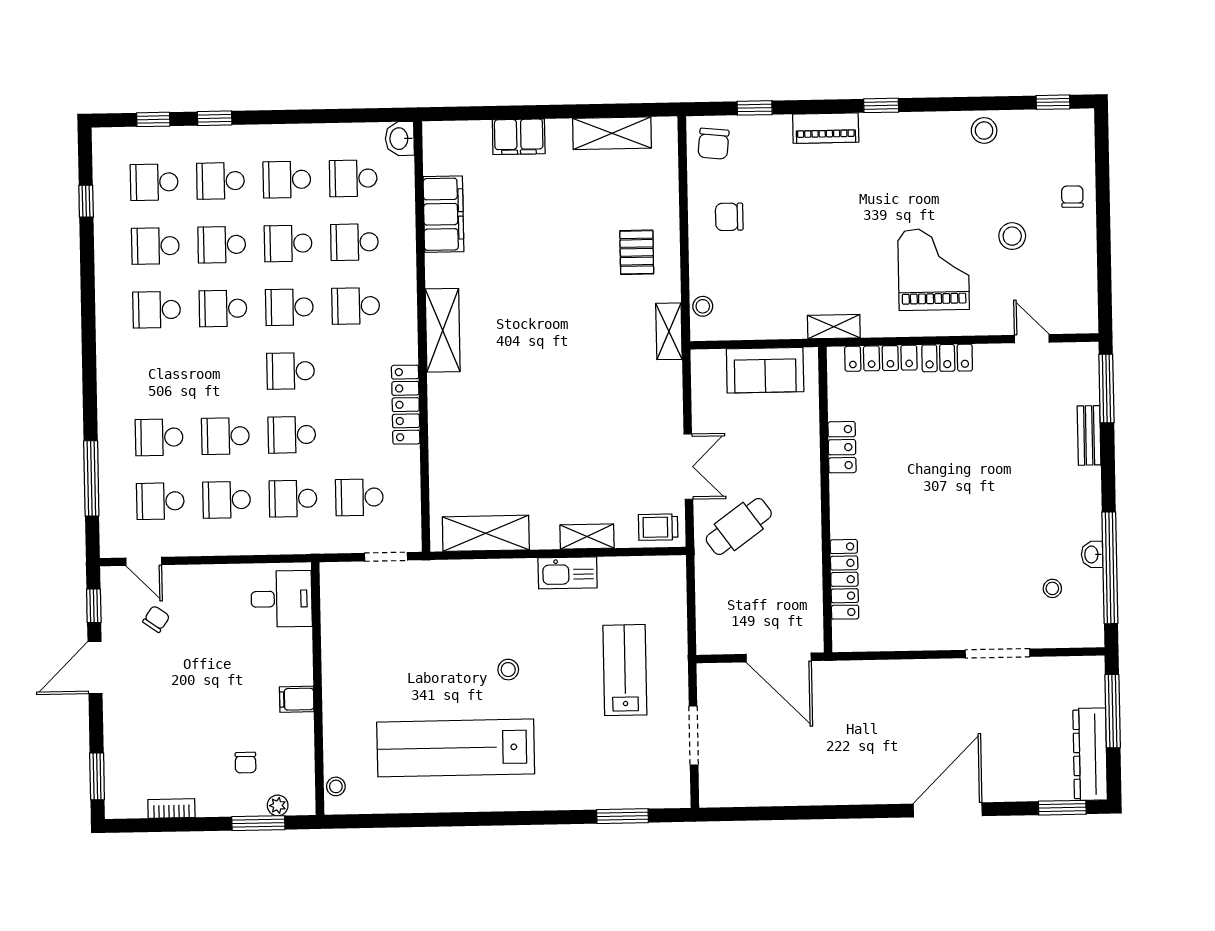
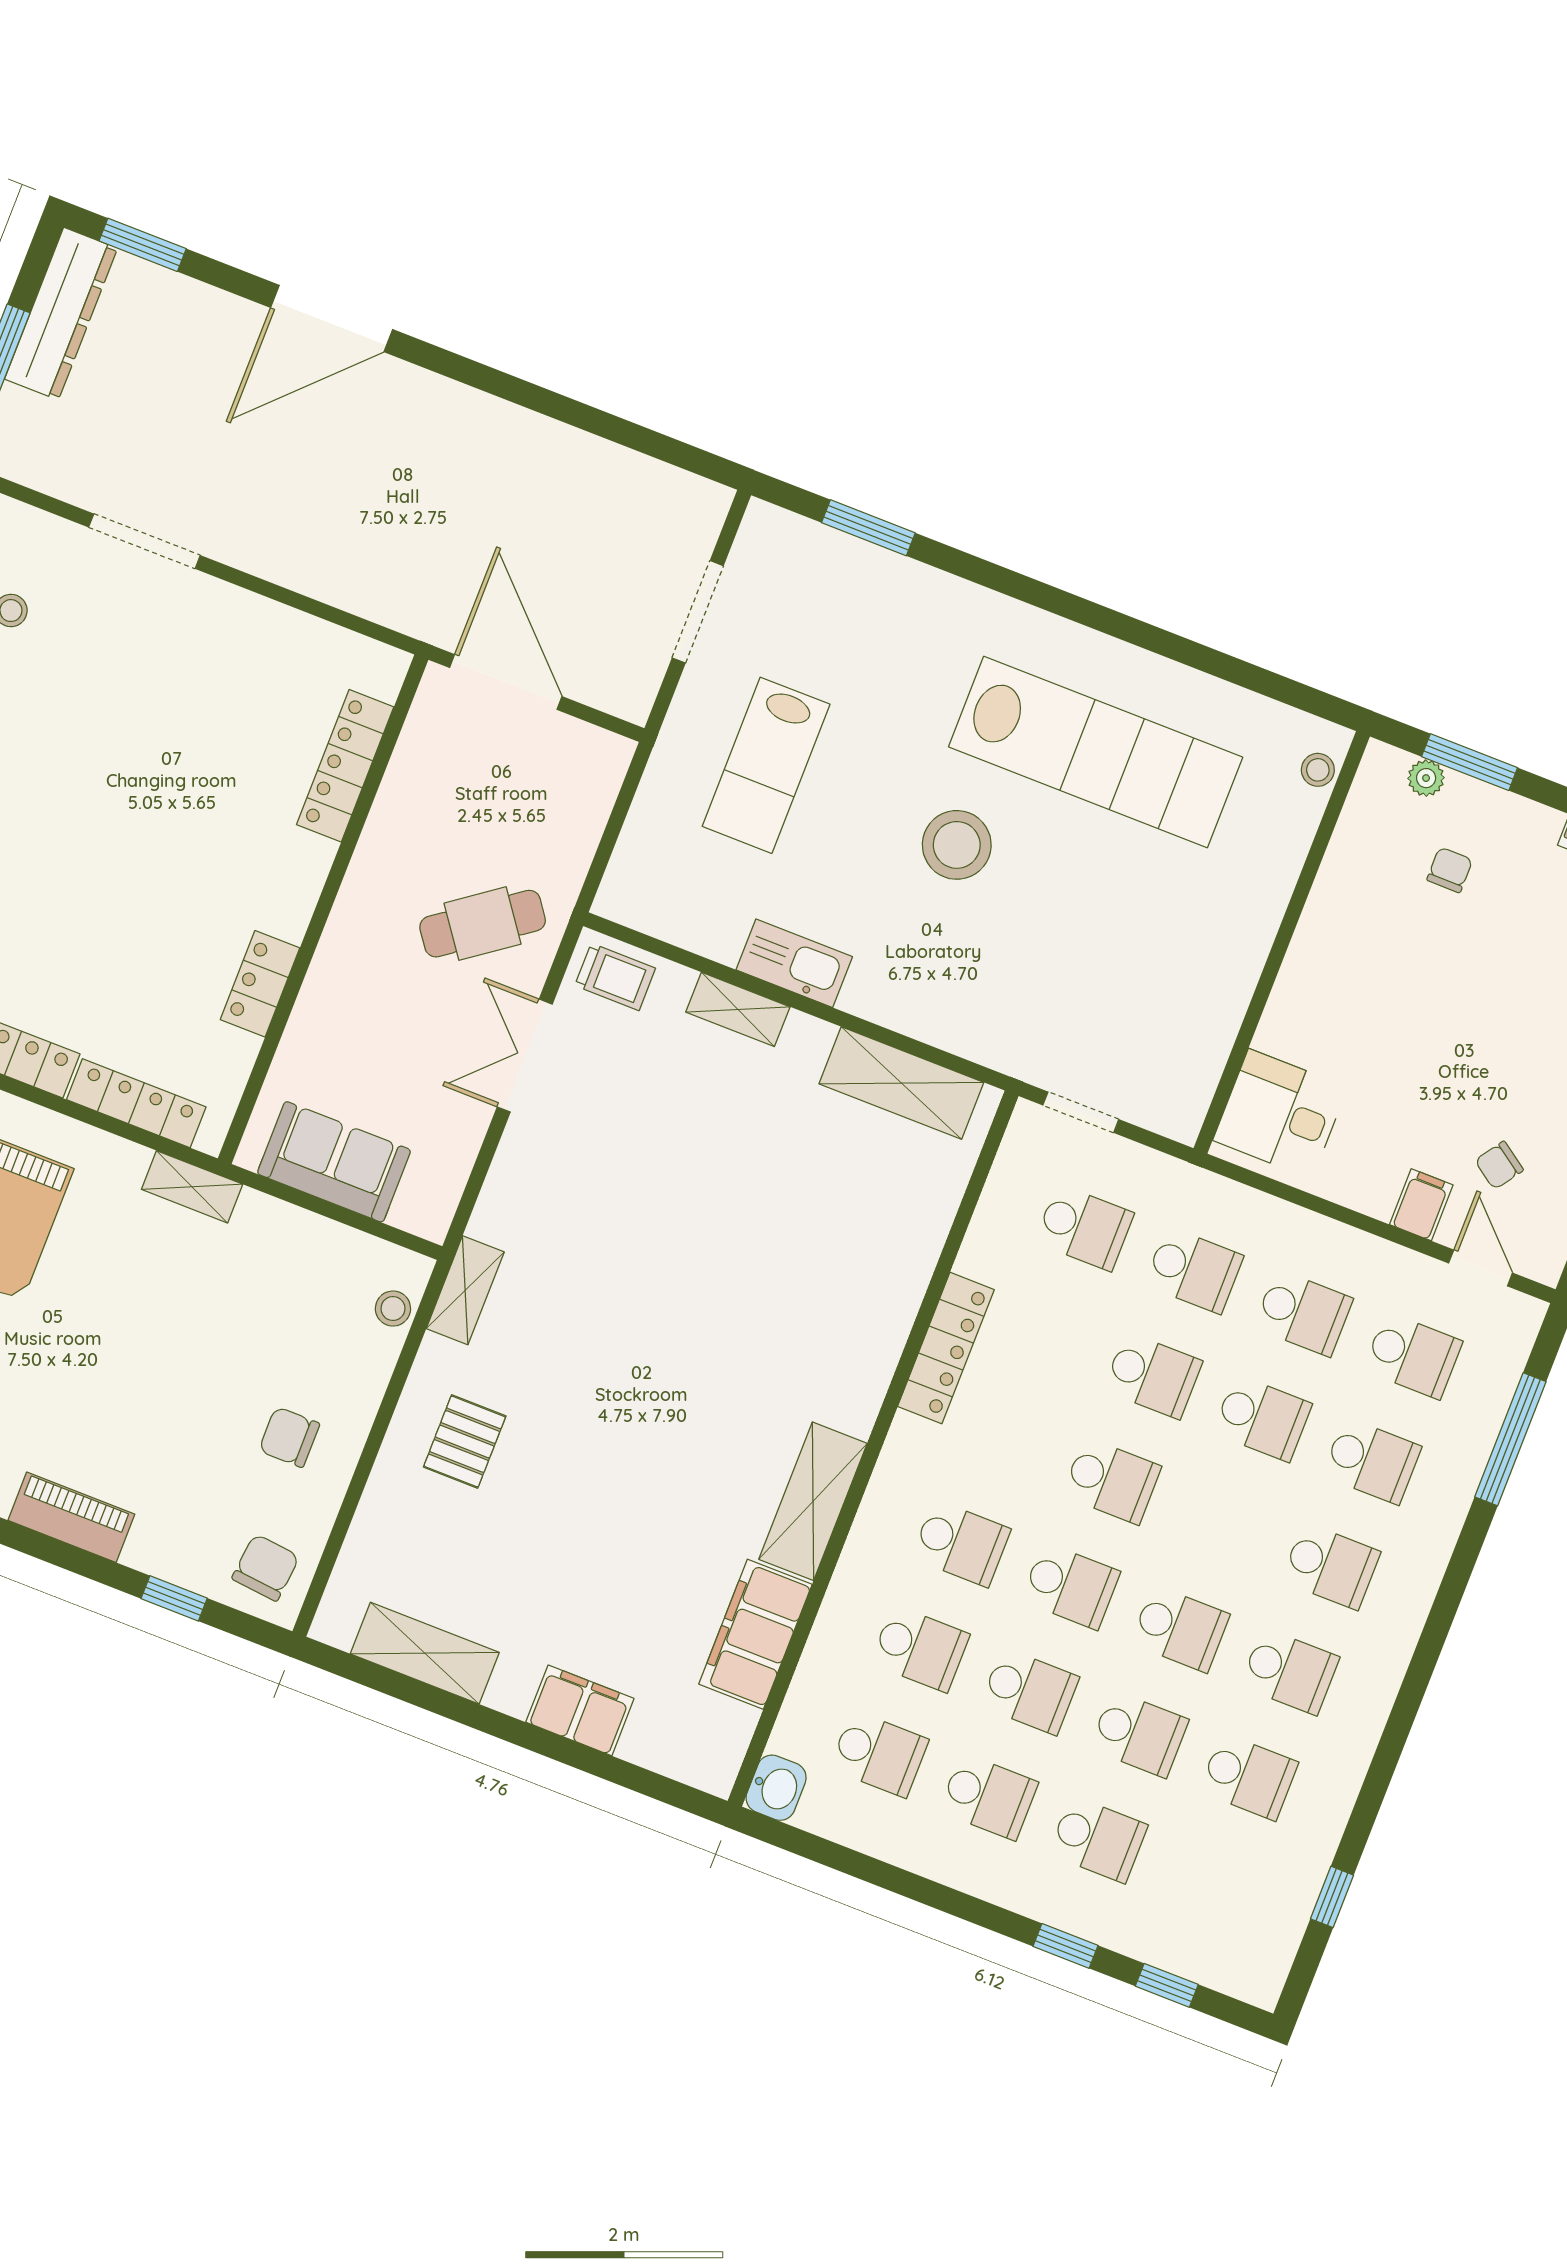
school desk: (154, 182) -> (1331, 1566), moved
chair: (729, 217) -> (289, 1437), turned 180
shelving: (443, 330) -> (813, 1501), moved
stool: (508, 670) -> (957, 845), width x1.89, depth x1.89
filing cabinet: (297, 699) -> (1421, 1205), moved, turned -90

